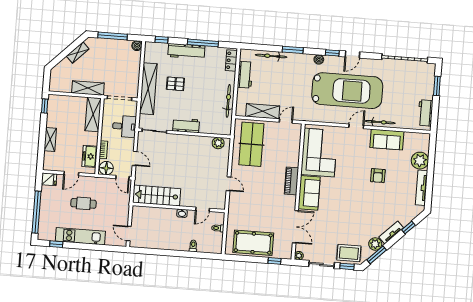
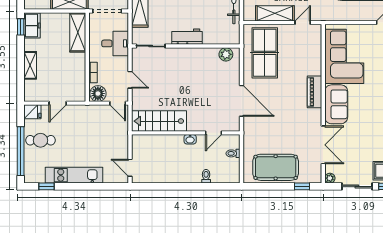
freezer: (90, 156) -> (32, 26), moved, turned 180
door: (228, 184) -> (242, 101), width x1.87
cafe table: (83, 203) -> (41, 140), moved

